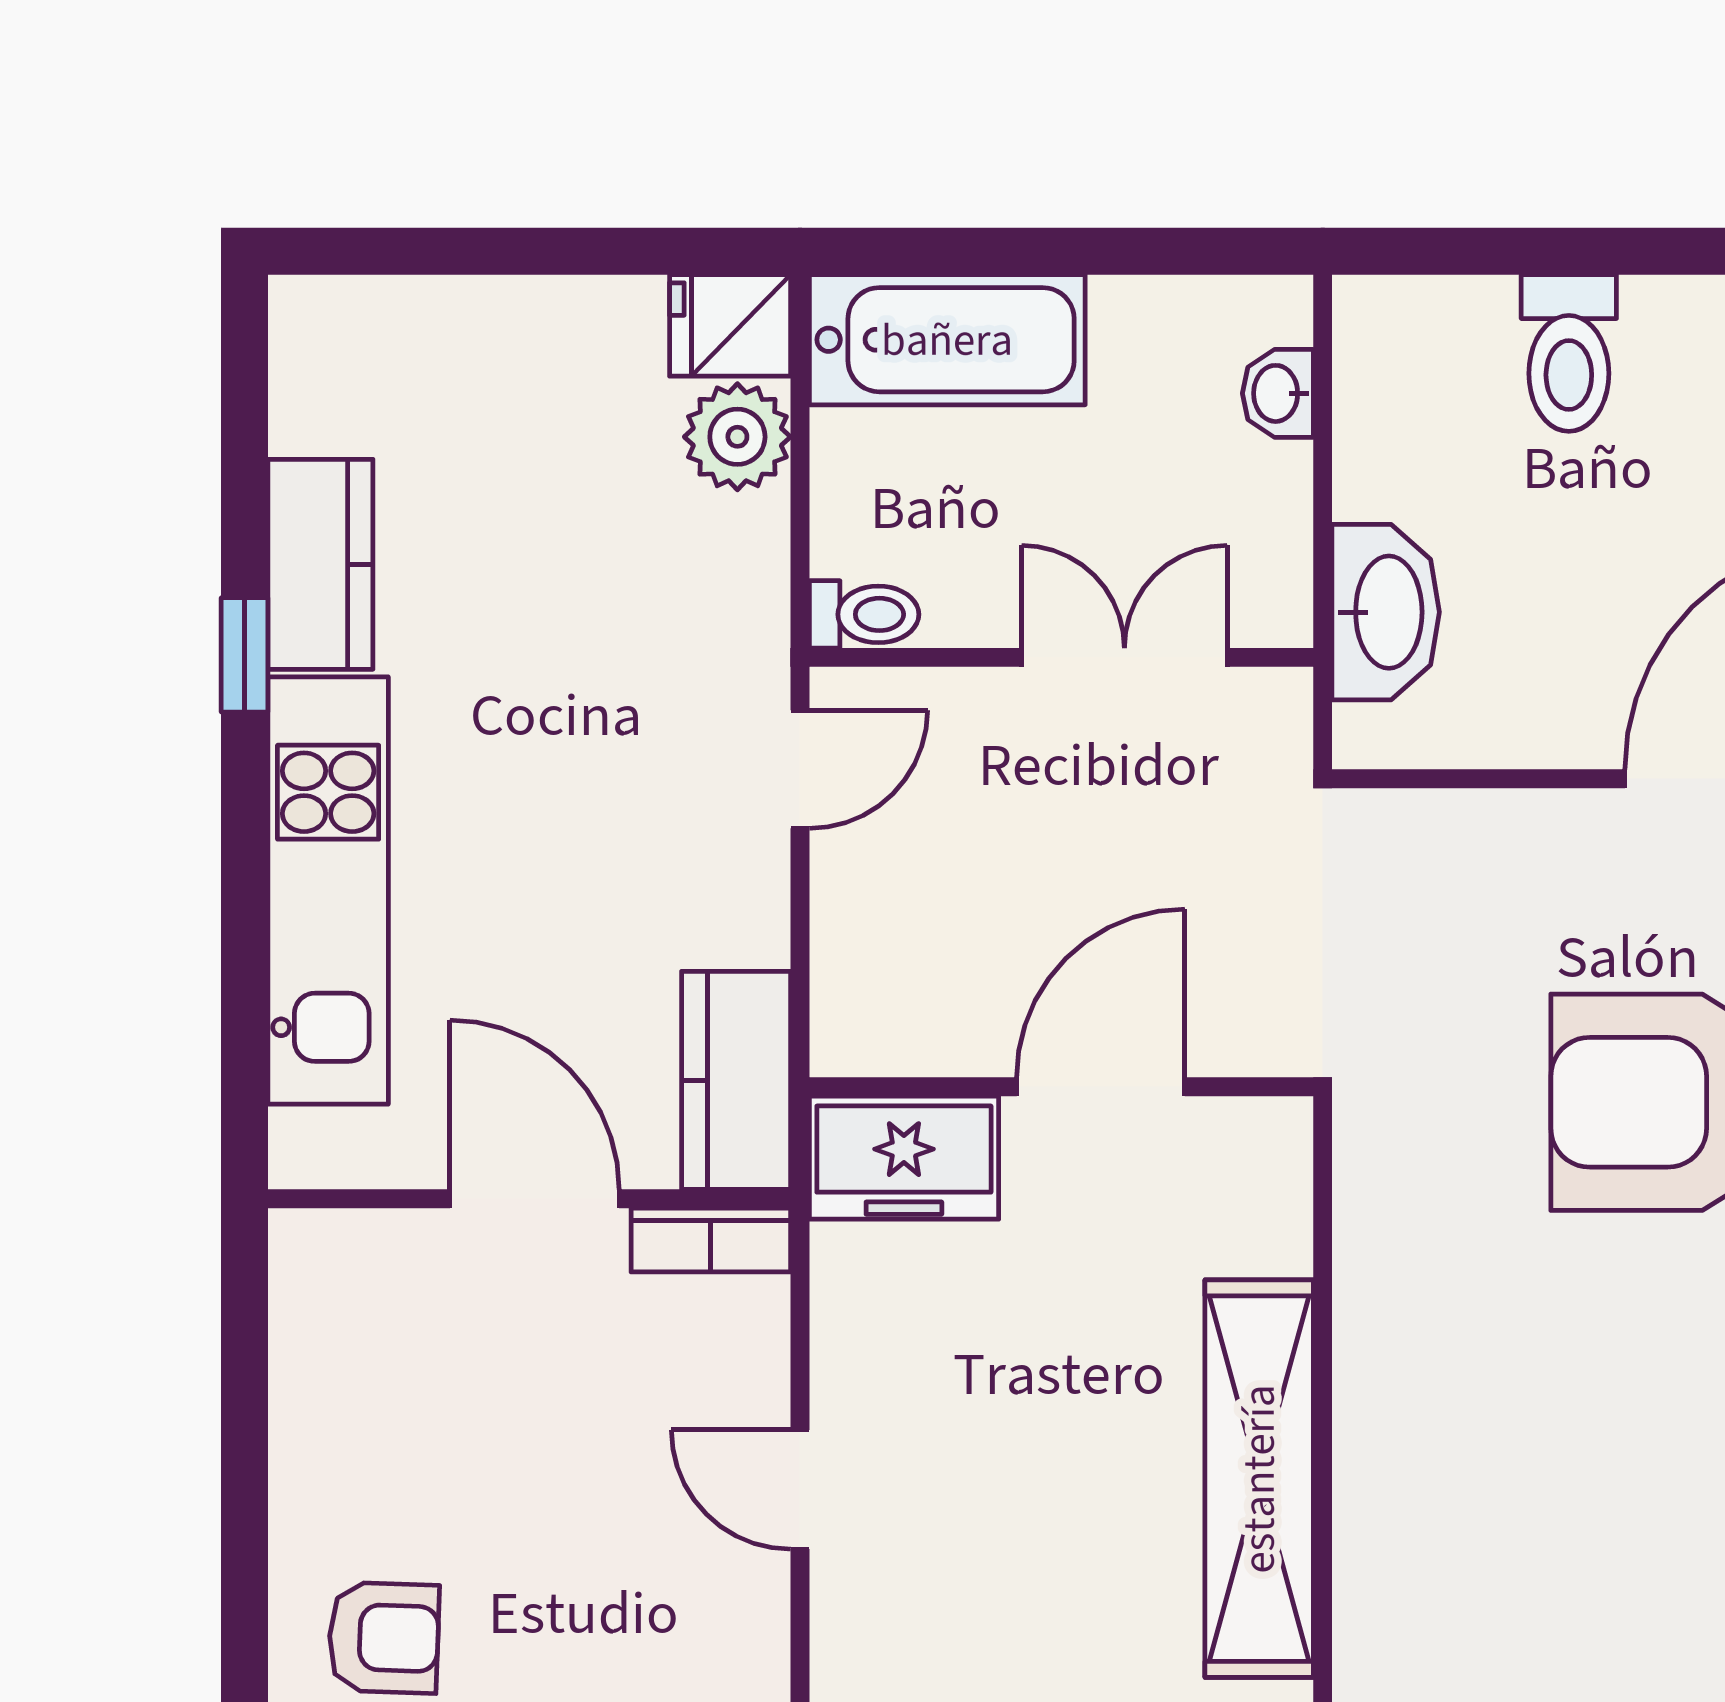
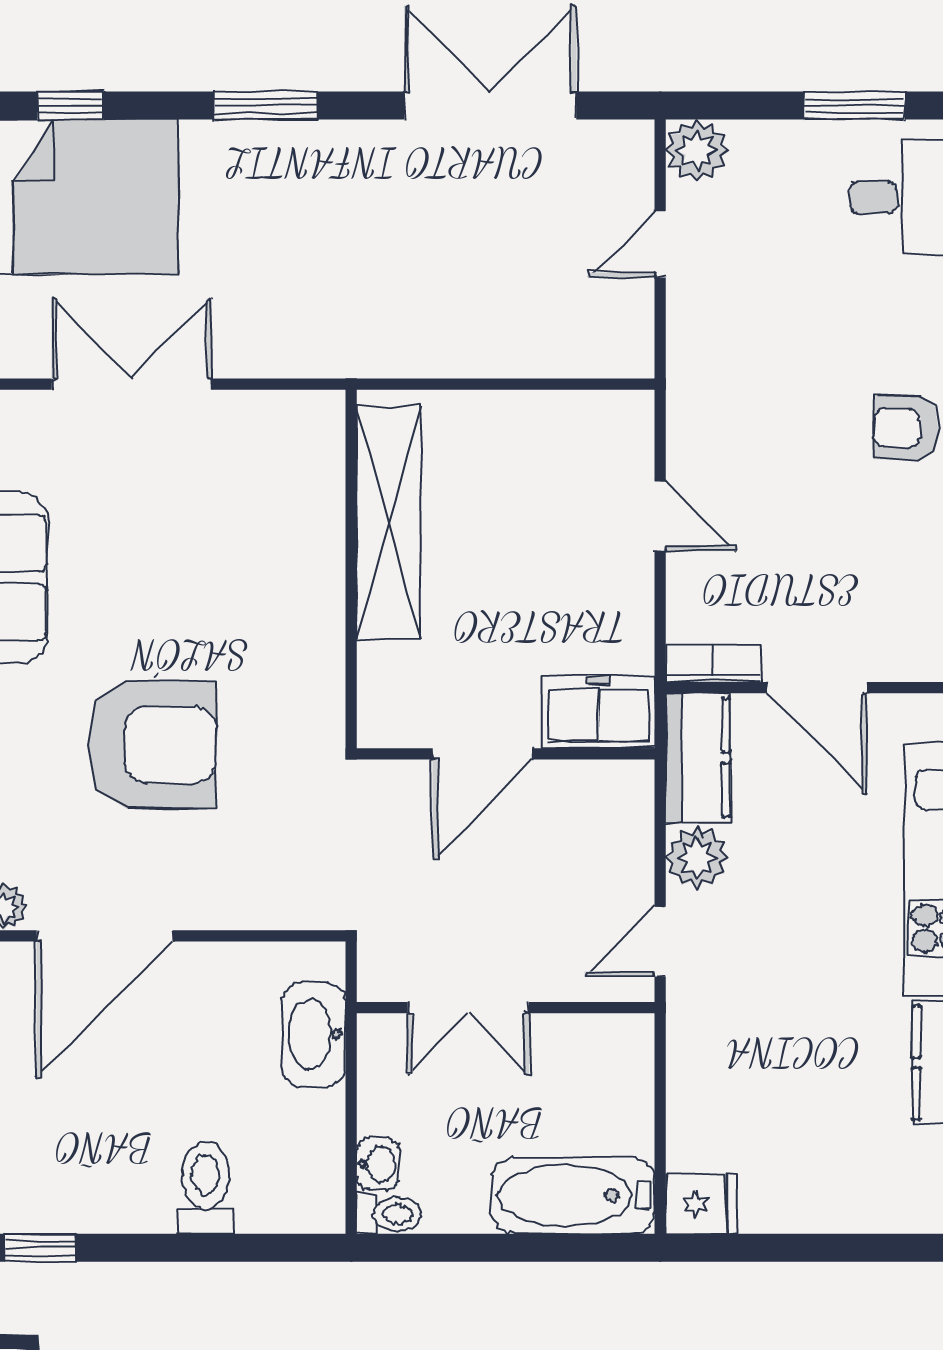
plant: (737, 437) -> (697, 858), moved
toilet: (864, 614) -> (389, 1214), moved, turned 180

